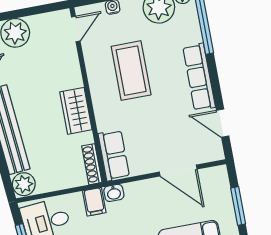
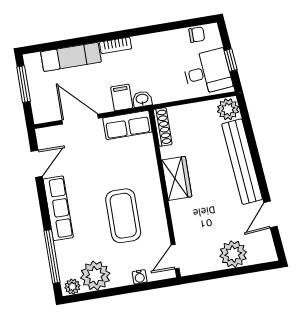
door: (223, 123) -> (37, 164), hinge flipped
row of seats: (114, 155) -> (127, 125), moved, turned -90
filing cabinet: (94, 202) -> (122, 97), moved

